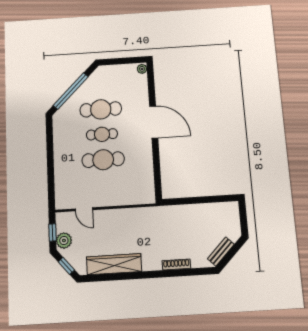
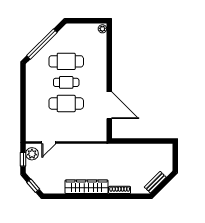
door: (154, 122) -> (109, 105), moved
door: (84, 209) -> (49, 143), hinge flipped
plant: (64, 240) -> (32, 154), moved
wardrobe: (114, 264) -> (87, 187), moved

